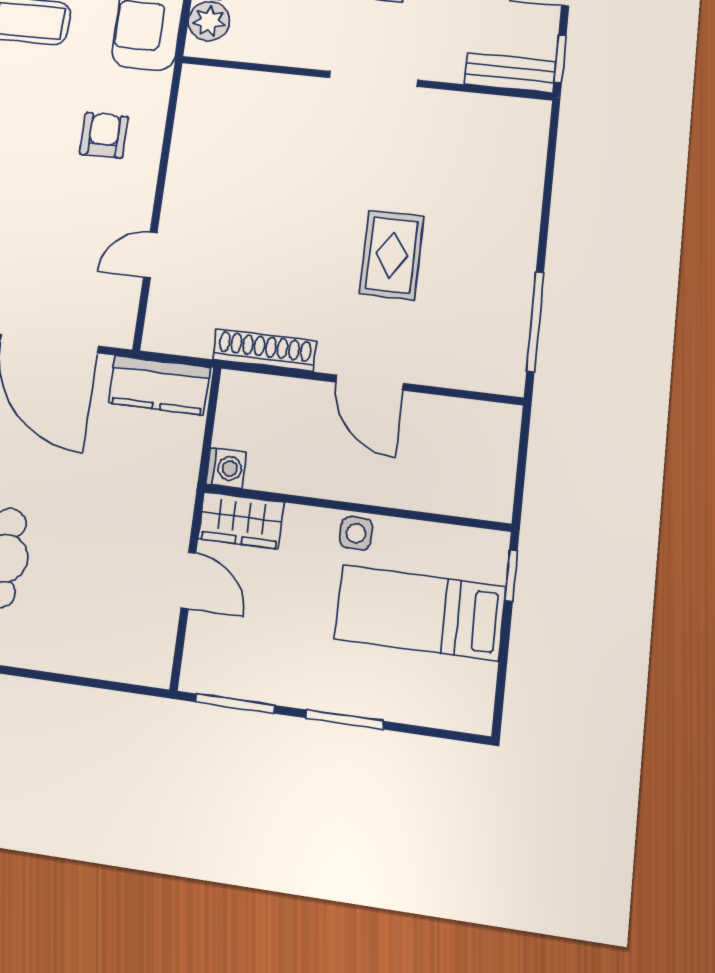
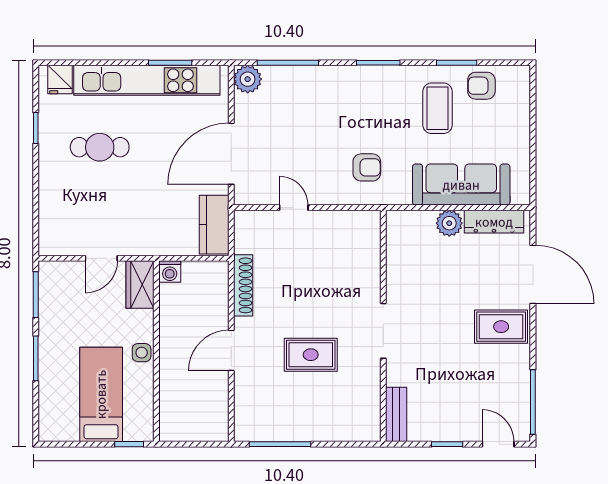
bench: (510, 73) -> (396, 414), moved
wall: (365, 78) -> (383, 326), moved
doorway: (373, 79) -> (383, 331), moved

